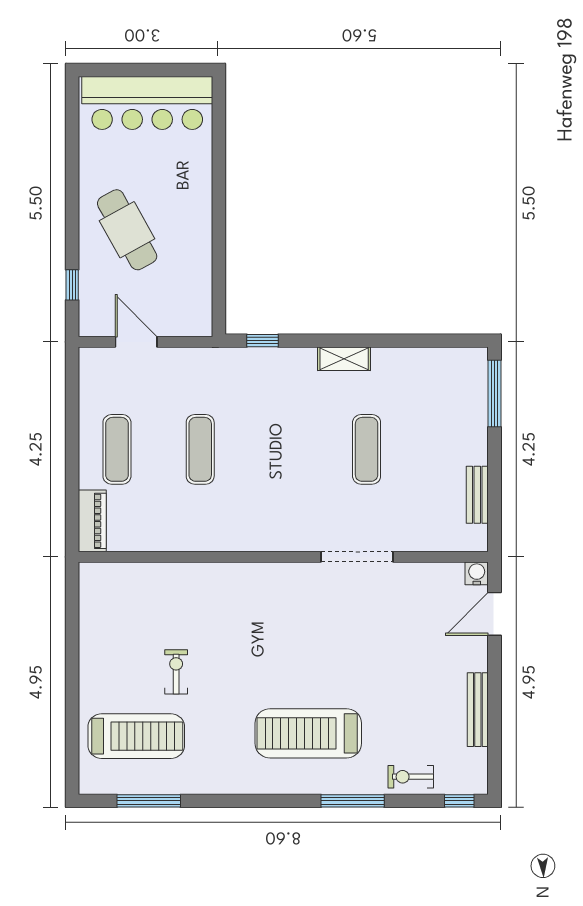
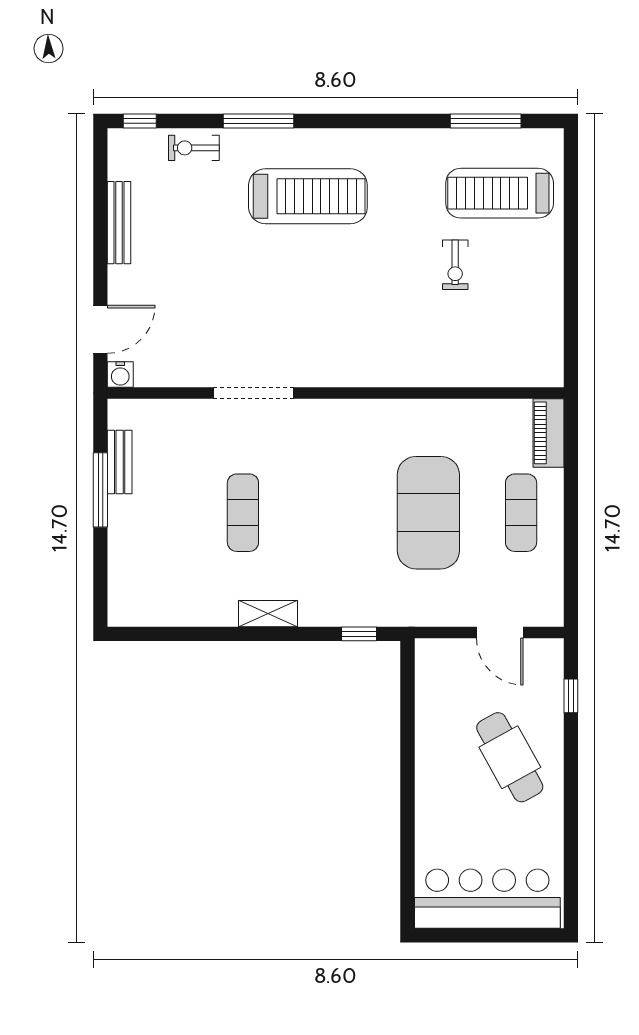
window: (495, 394) -> (100, 490), moved
exercise mat: (200, 449) -> (428, 513), width x2.00, depth x1.45
exercise bike: (411, 777) -> (194, 148), turned 180

